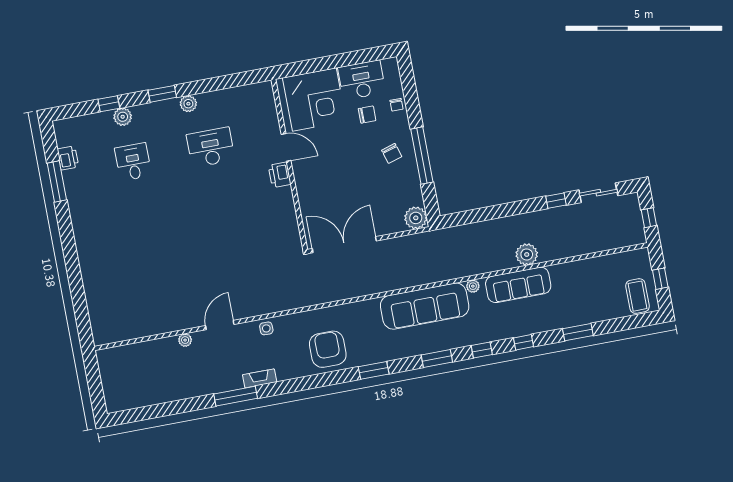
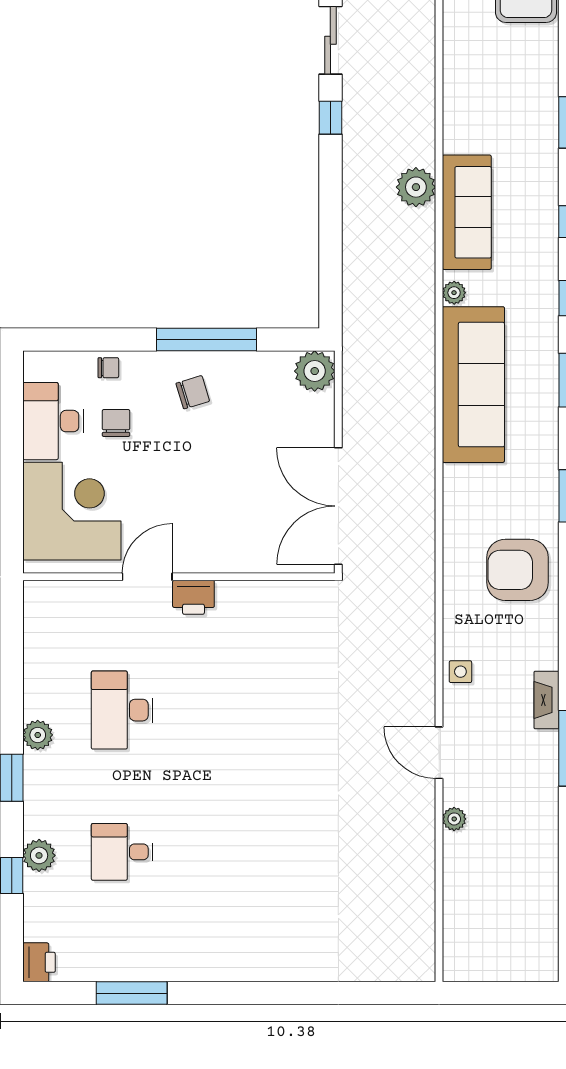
printer: (68, 158) -> (39, 962), moved, turned 90

